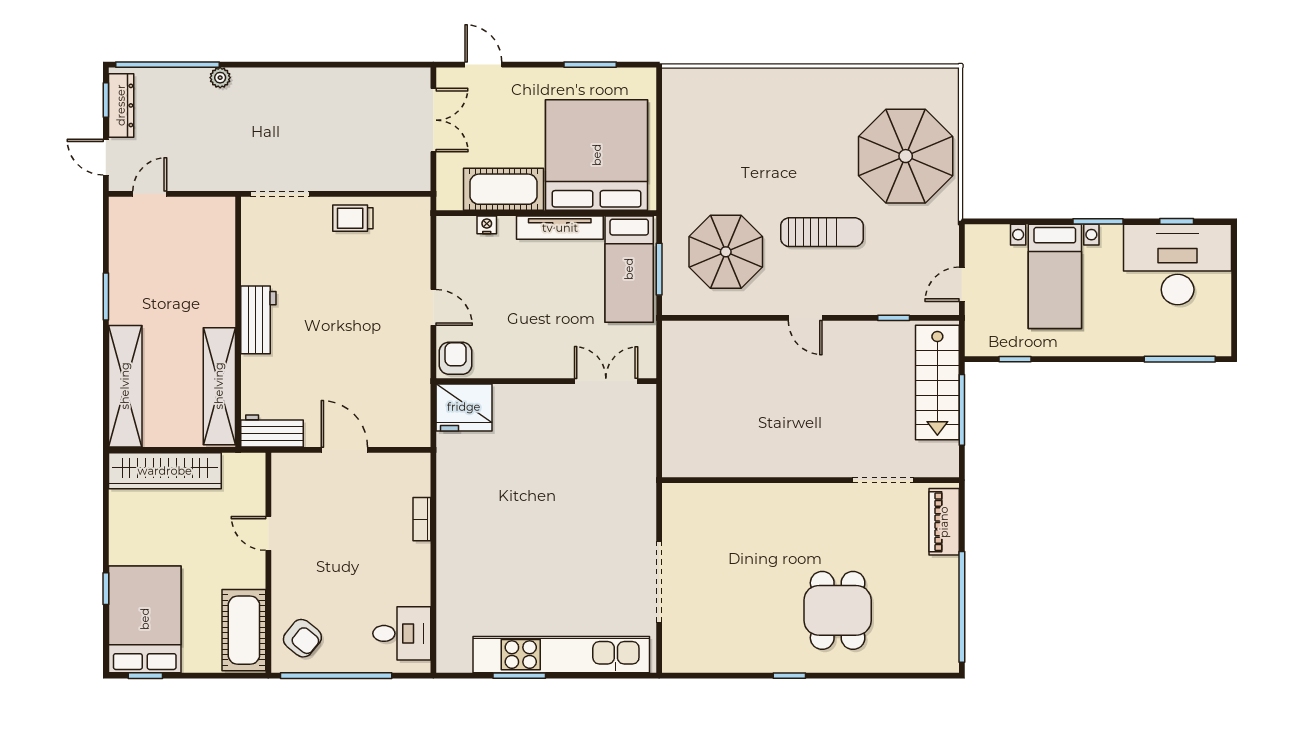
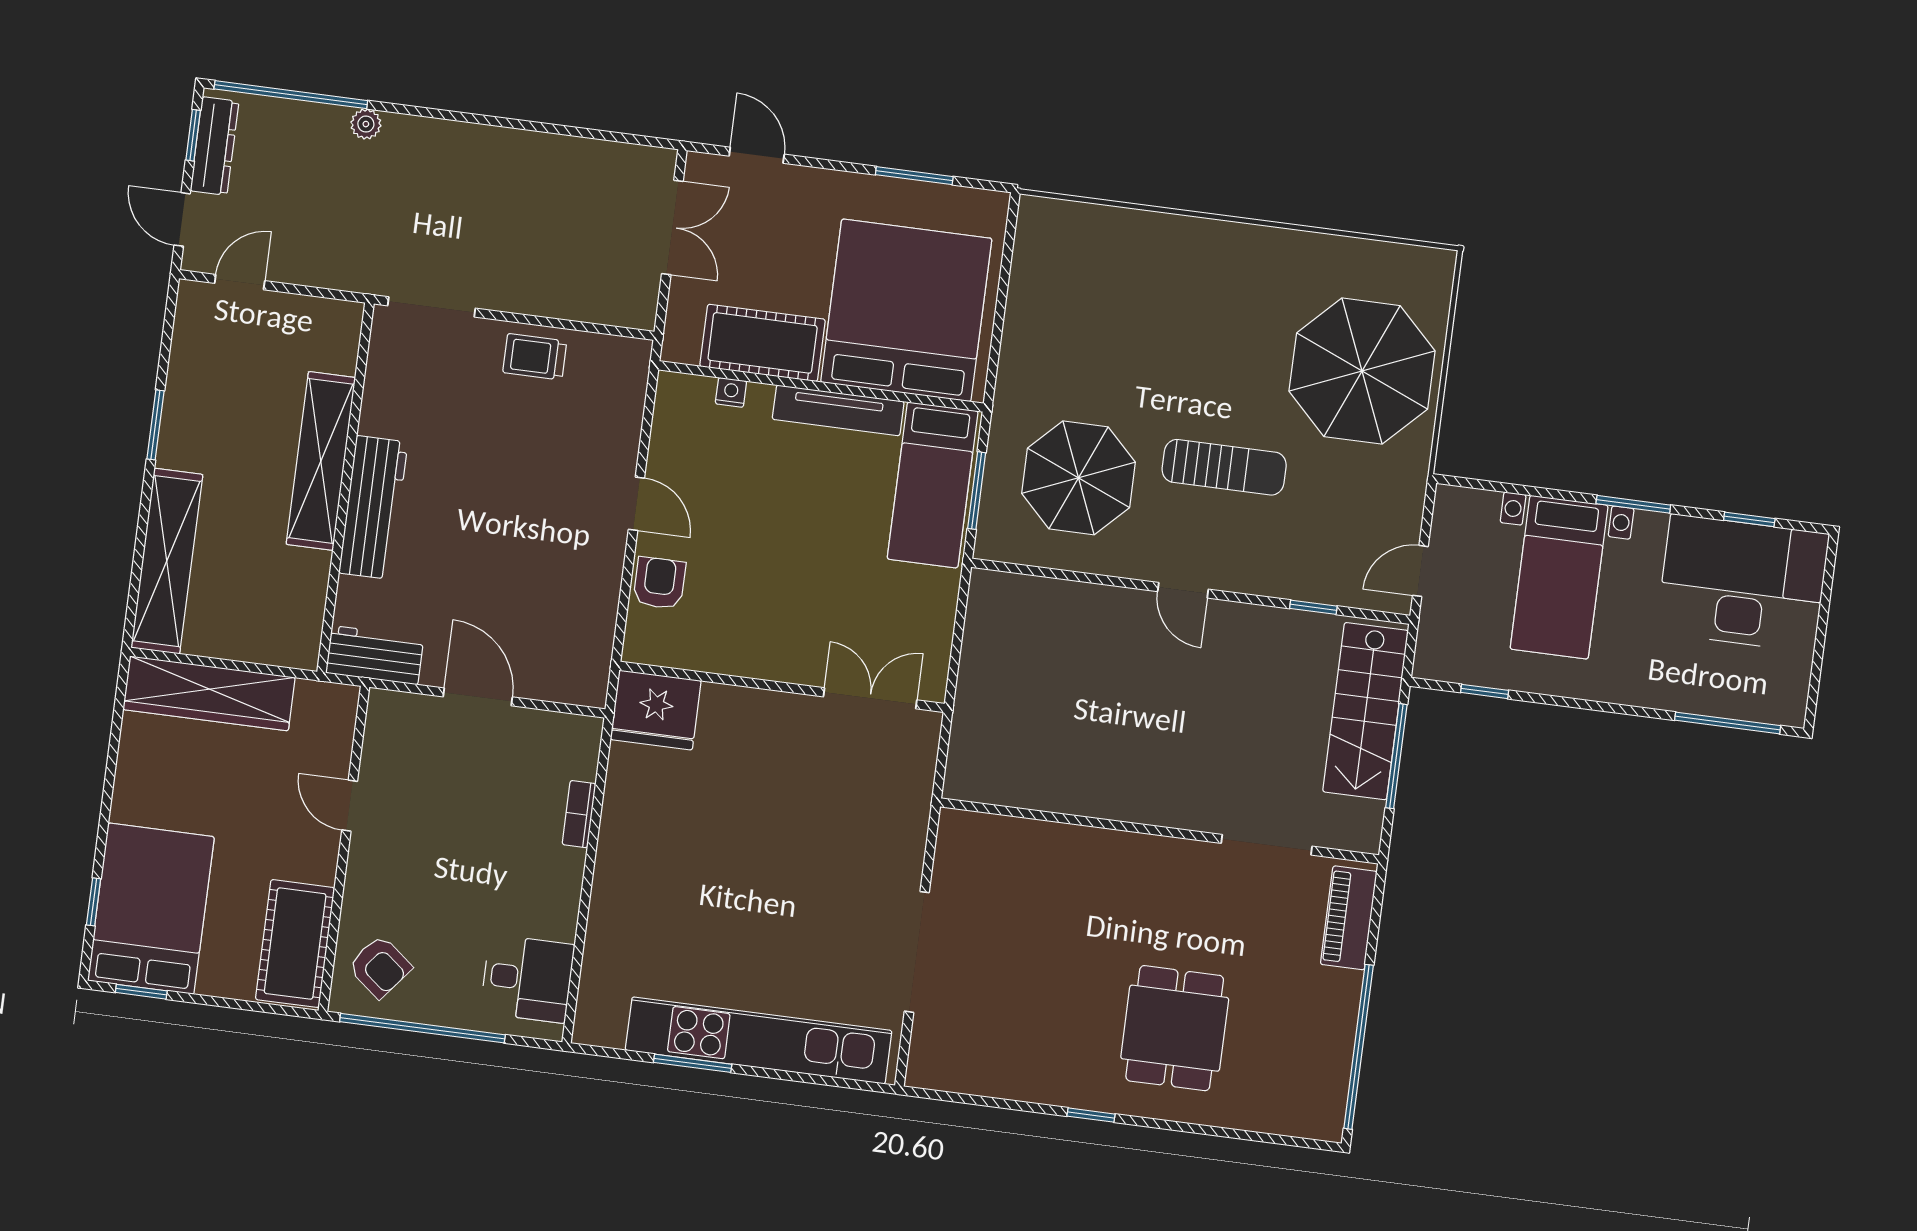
workbench: (258, 320) -> (373, 507), width x1.38
wall: (546, 381) -> (782, 687), moved
double door: (606, 381) -> (870, 698), moved
shelving: (219, 386) -> (321, 461), moved
fridge: (464, 407) -> (656, 710), moved
window: (106, 589) -> (94, 902), moved

